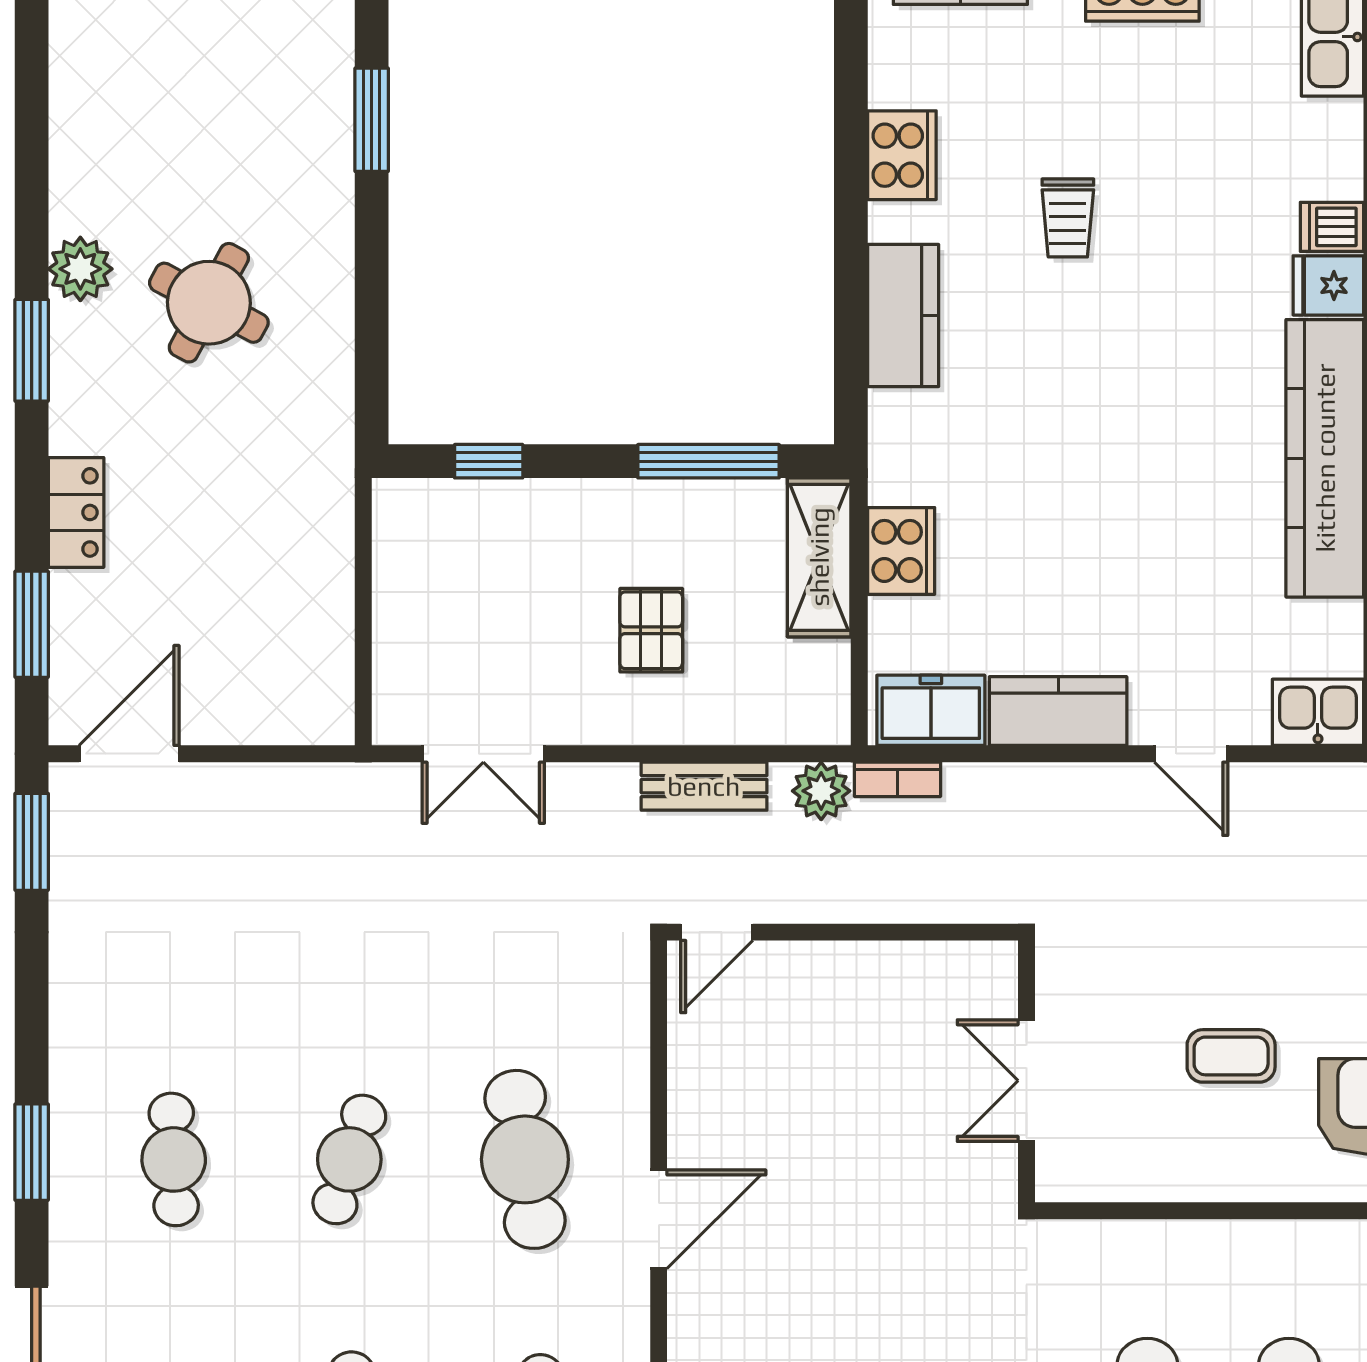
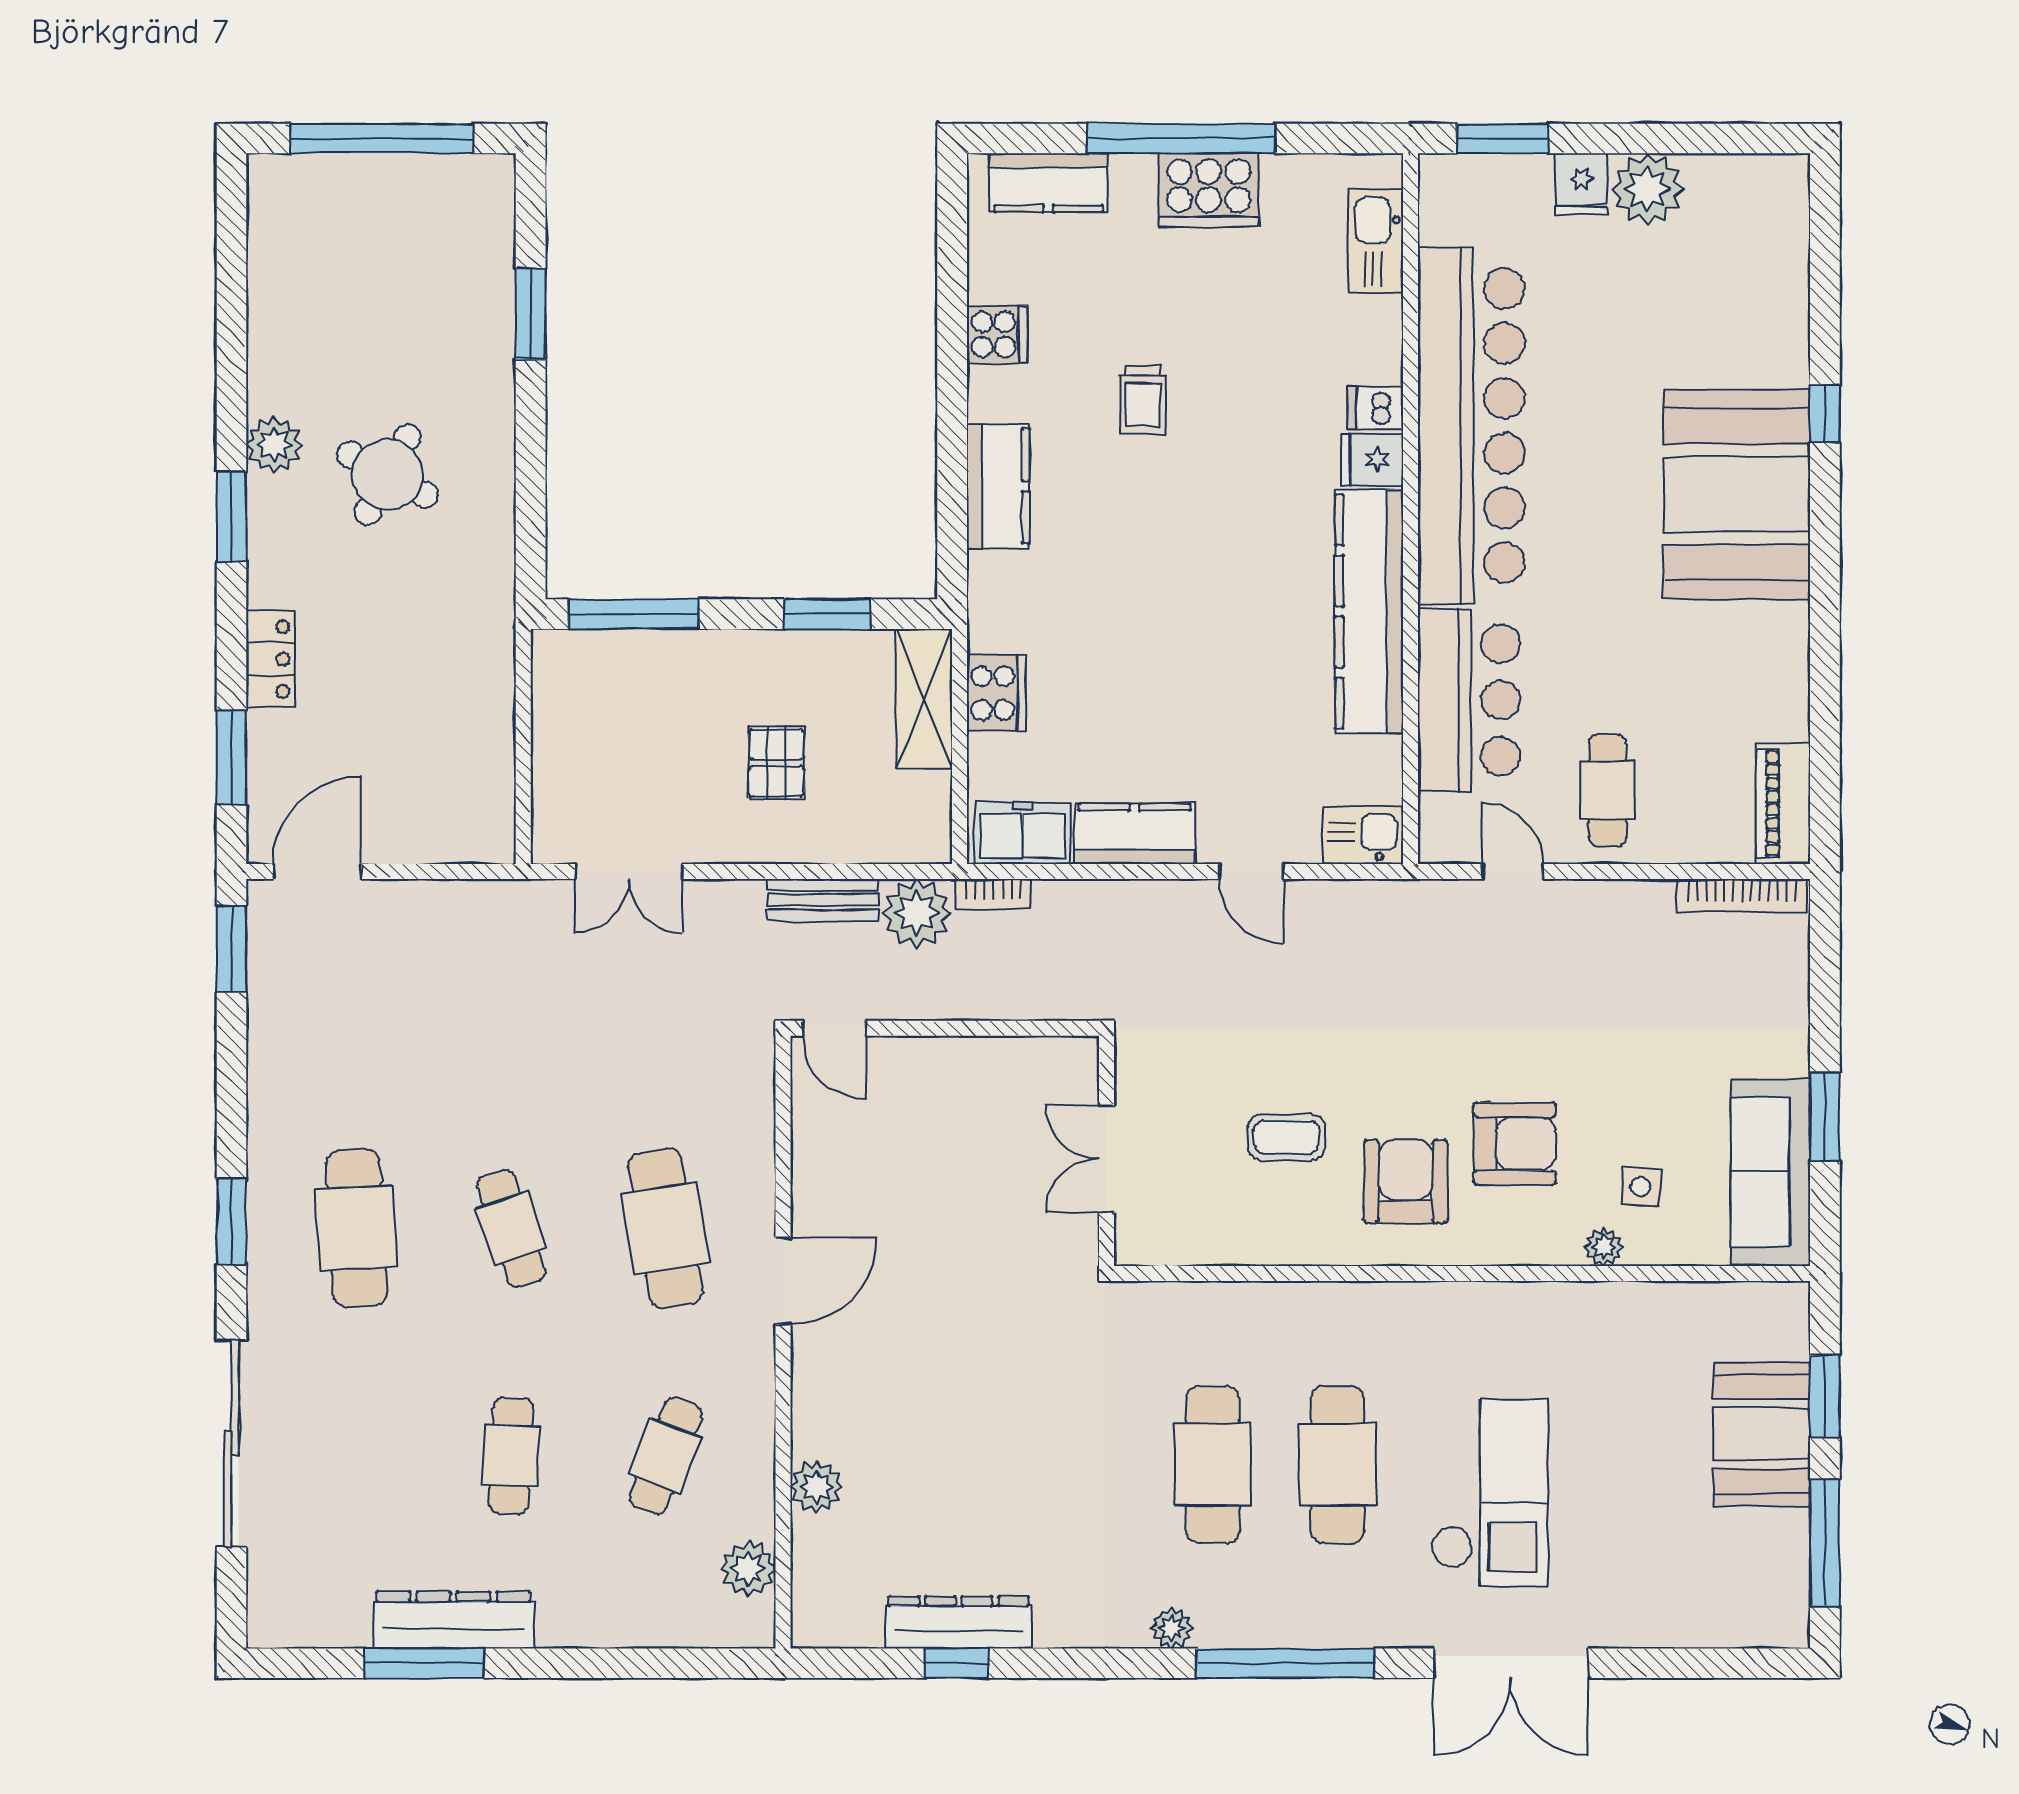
cooker: (902, 155) -> (997, 334), width x0.73
window: (489, 461) -> (634, 614), width x2.17
window: (708, 461) -> (827, 614), width x0.69
plant: (821, 791) -> (917, 913), width x1.36, depth x1.36
door: (717, 932) -> (834, 1028), hinge flipped
cafe table: (174, 1159) -> (356, 1228), width x1.37, depth x1.35
cafe table: (349, 1159) -> (511, 1228), turned -36

